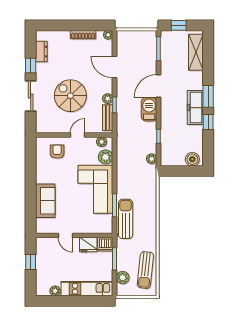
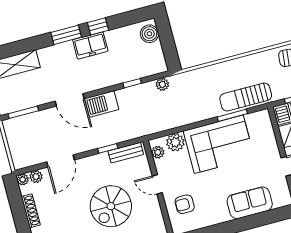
plant: (108, 99) -> (36, 177), moved
freezer: (195, 108) -> (90, 45), width x0.71

